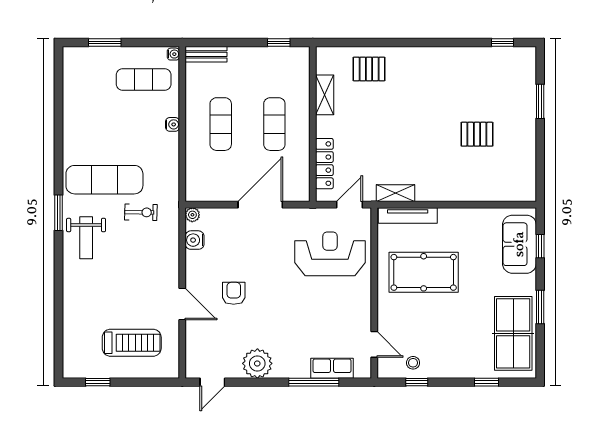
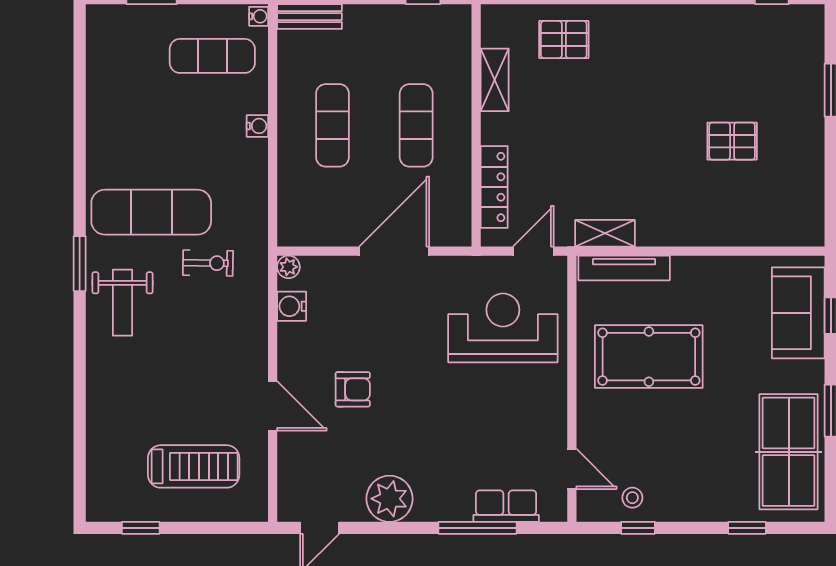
armchair: (234, 293) -> (353, 389), turned 90

